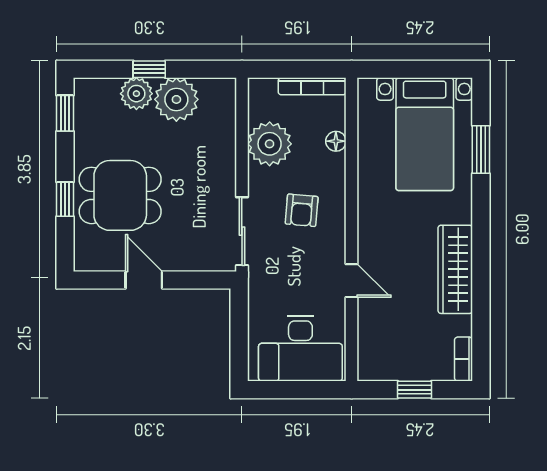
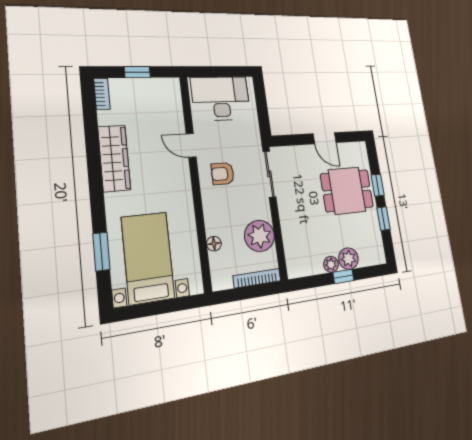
bookcase: (312, 86) -> (257, 278), moved
plant: (176, 99) -> (331, 264), width x0.53, depth x0.53
window: (65, 113) -> (383, 219), moved
armchair: (302, 210) -> (223, 174), moved, turned -95

